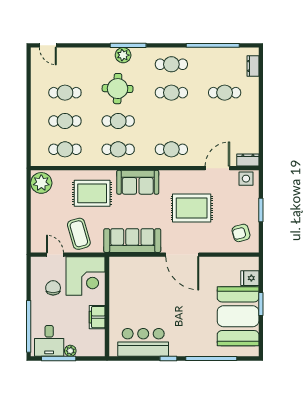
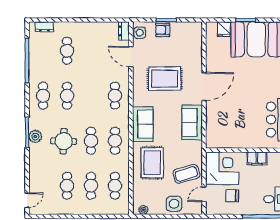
plant: (41, 183) -> (143, 210), width x0.53, depth x0.53
rug: (192, 208) -> (165, 79), turned 90
side table: (44, 219) -> (174, 204), added
armchair: (241, 233) -> (163, 30), moved, turned 105
sofa: (132, 241) -> (192, 122), width x0.73

